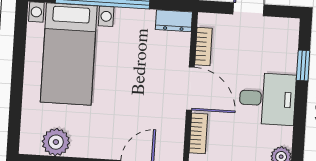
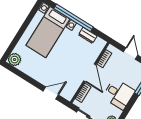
dresser: (174, 21) -> (88, 35), moved
plant: (56, 142) -> (15, 60), moved

